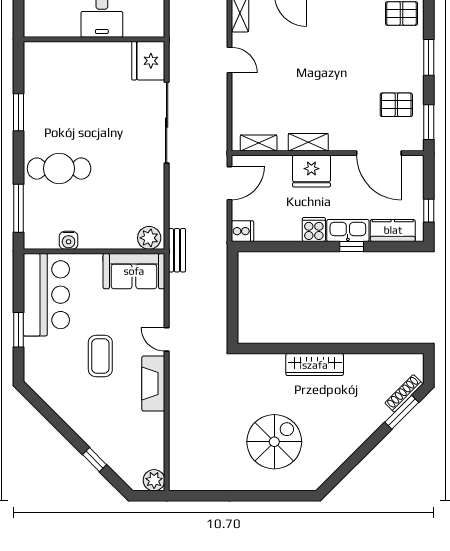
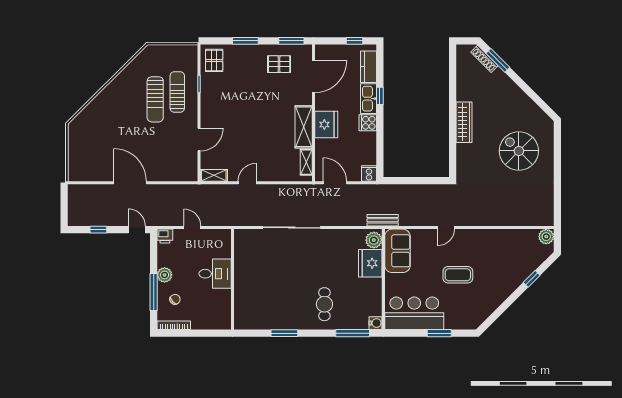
fridge: (148, 61) -> (370, 263), moved, turned 90
pallet: (396, 105) -> (279, 64), turned 90
shelving: (308, 142) -> (304, 127), width x1.50, depth x1.33
cafe table: (59, 169) -> (324, 304), width x0.73, depth x0.74
water cooler: (69, 240) -> (375, 323), moved
fireplace: (153, 384) -> (477, 237), removed

